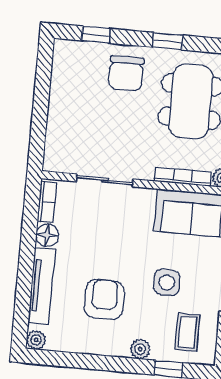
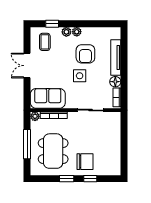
window: (96, 35) -> (90, 179), moved
chair: (126, 73) -> (85, 162), turned 90
side table: (167, 282) -> (80, 76), moved
plant: (36, 340) -> (77, 32), moved

